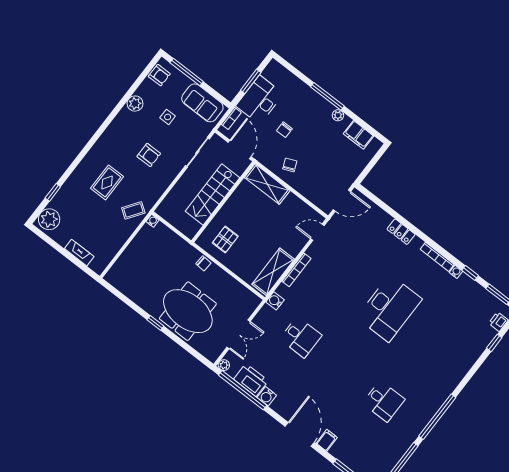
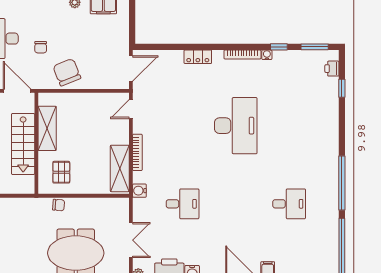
chair: (290, 165) -> (67, 72), width x1.87, depth x1.87
shelving: (267, 184) -> (47, 128), moved, turned 90

